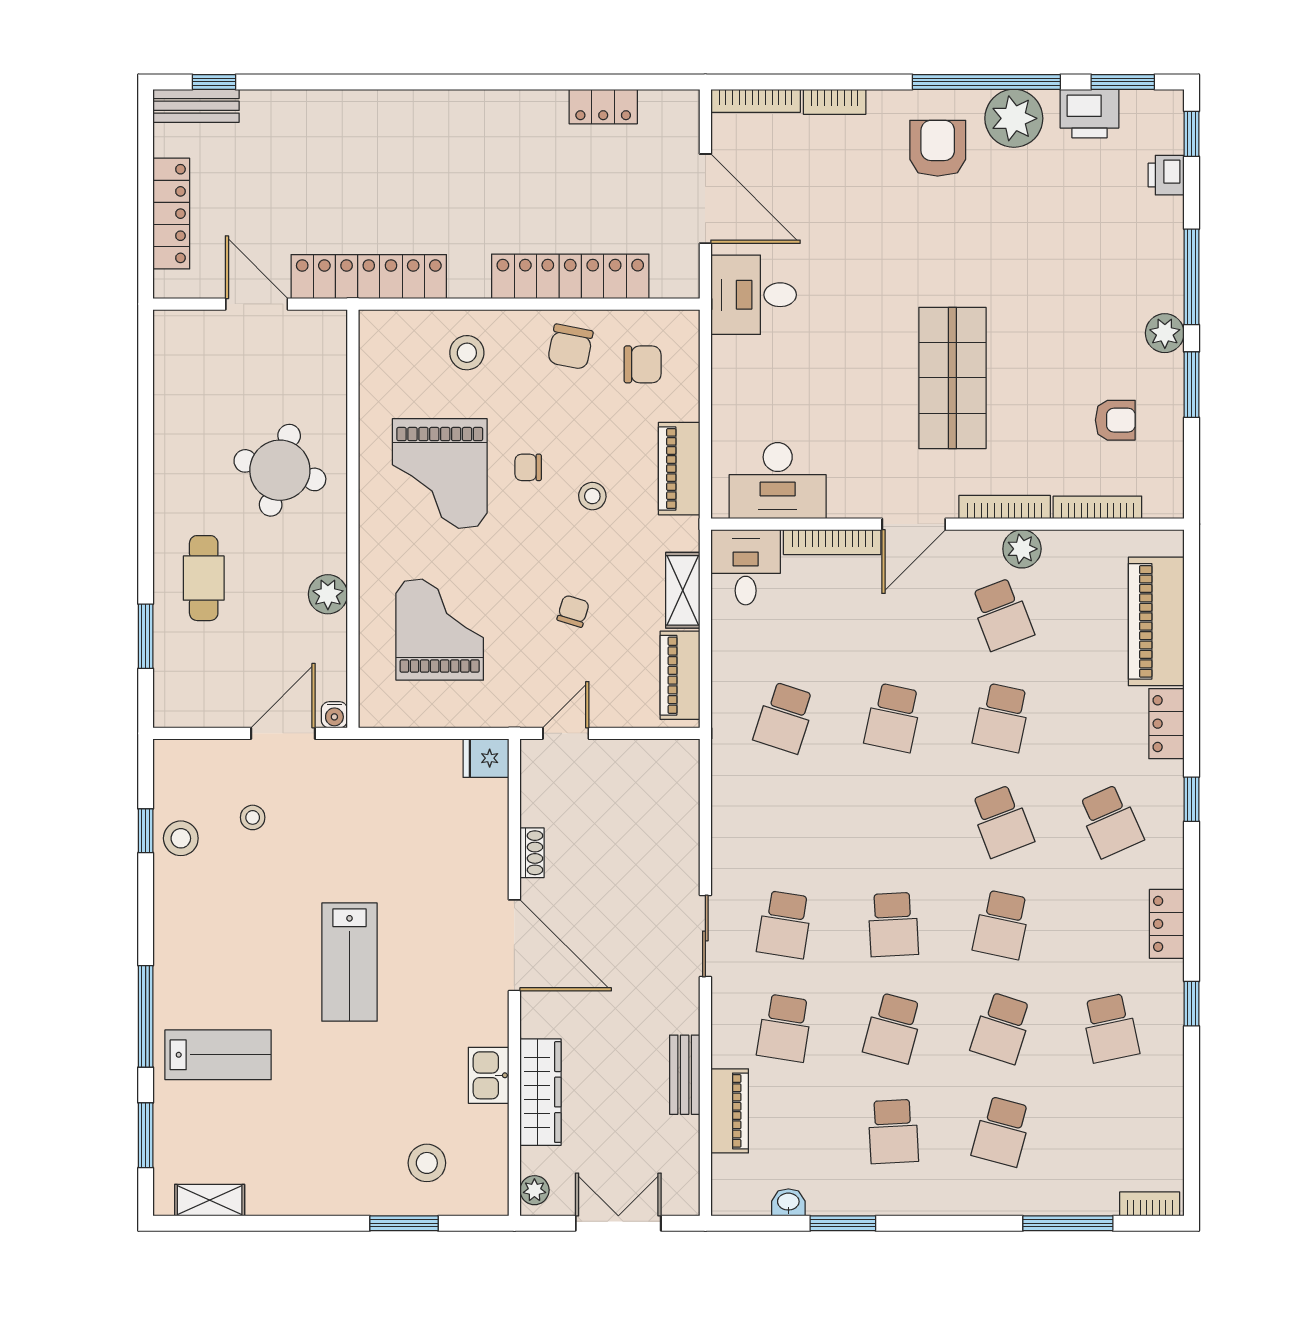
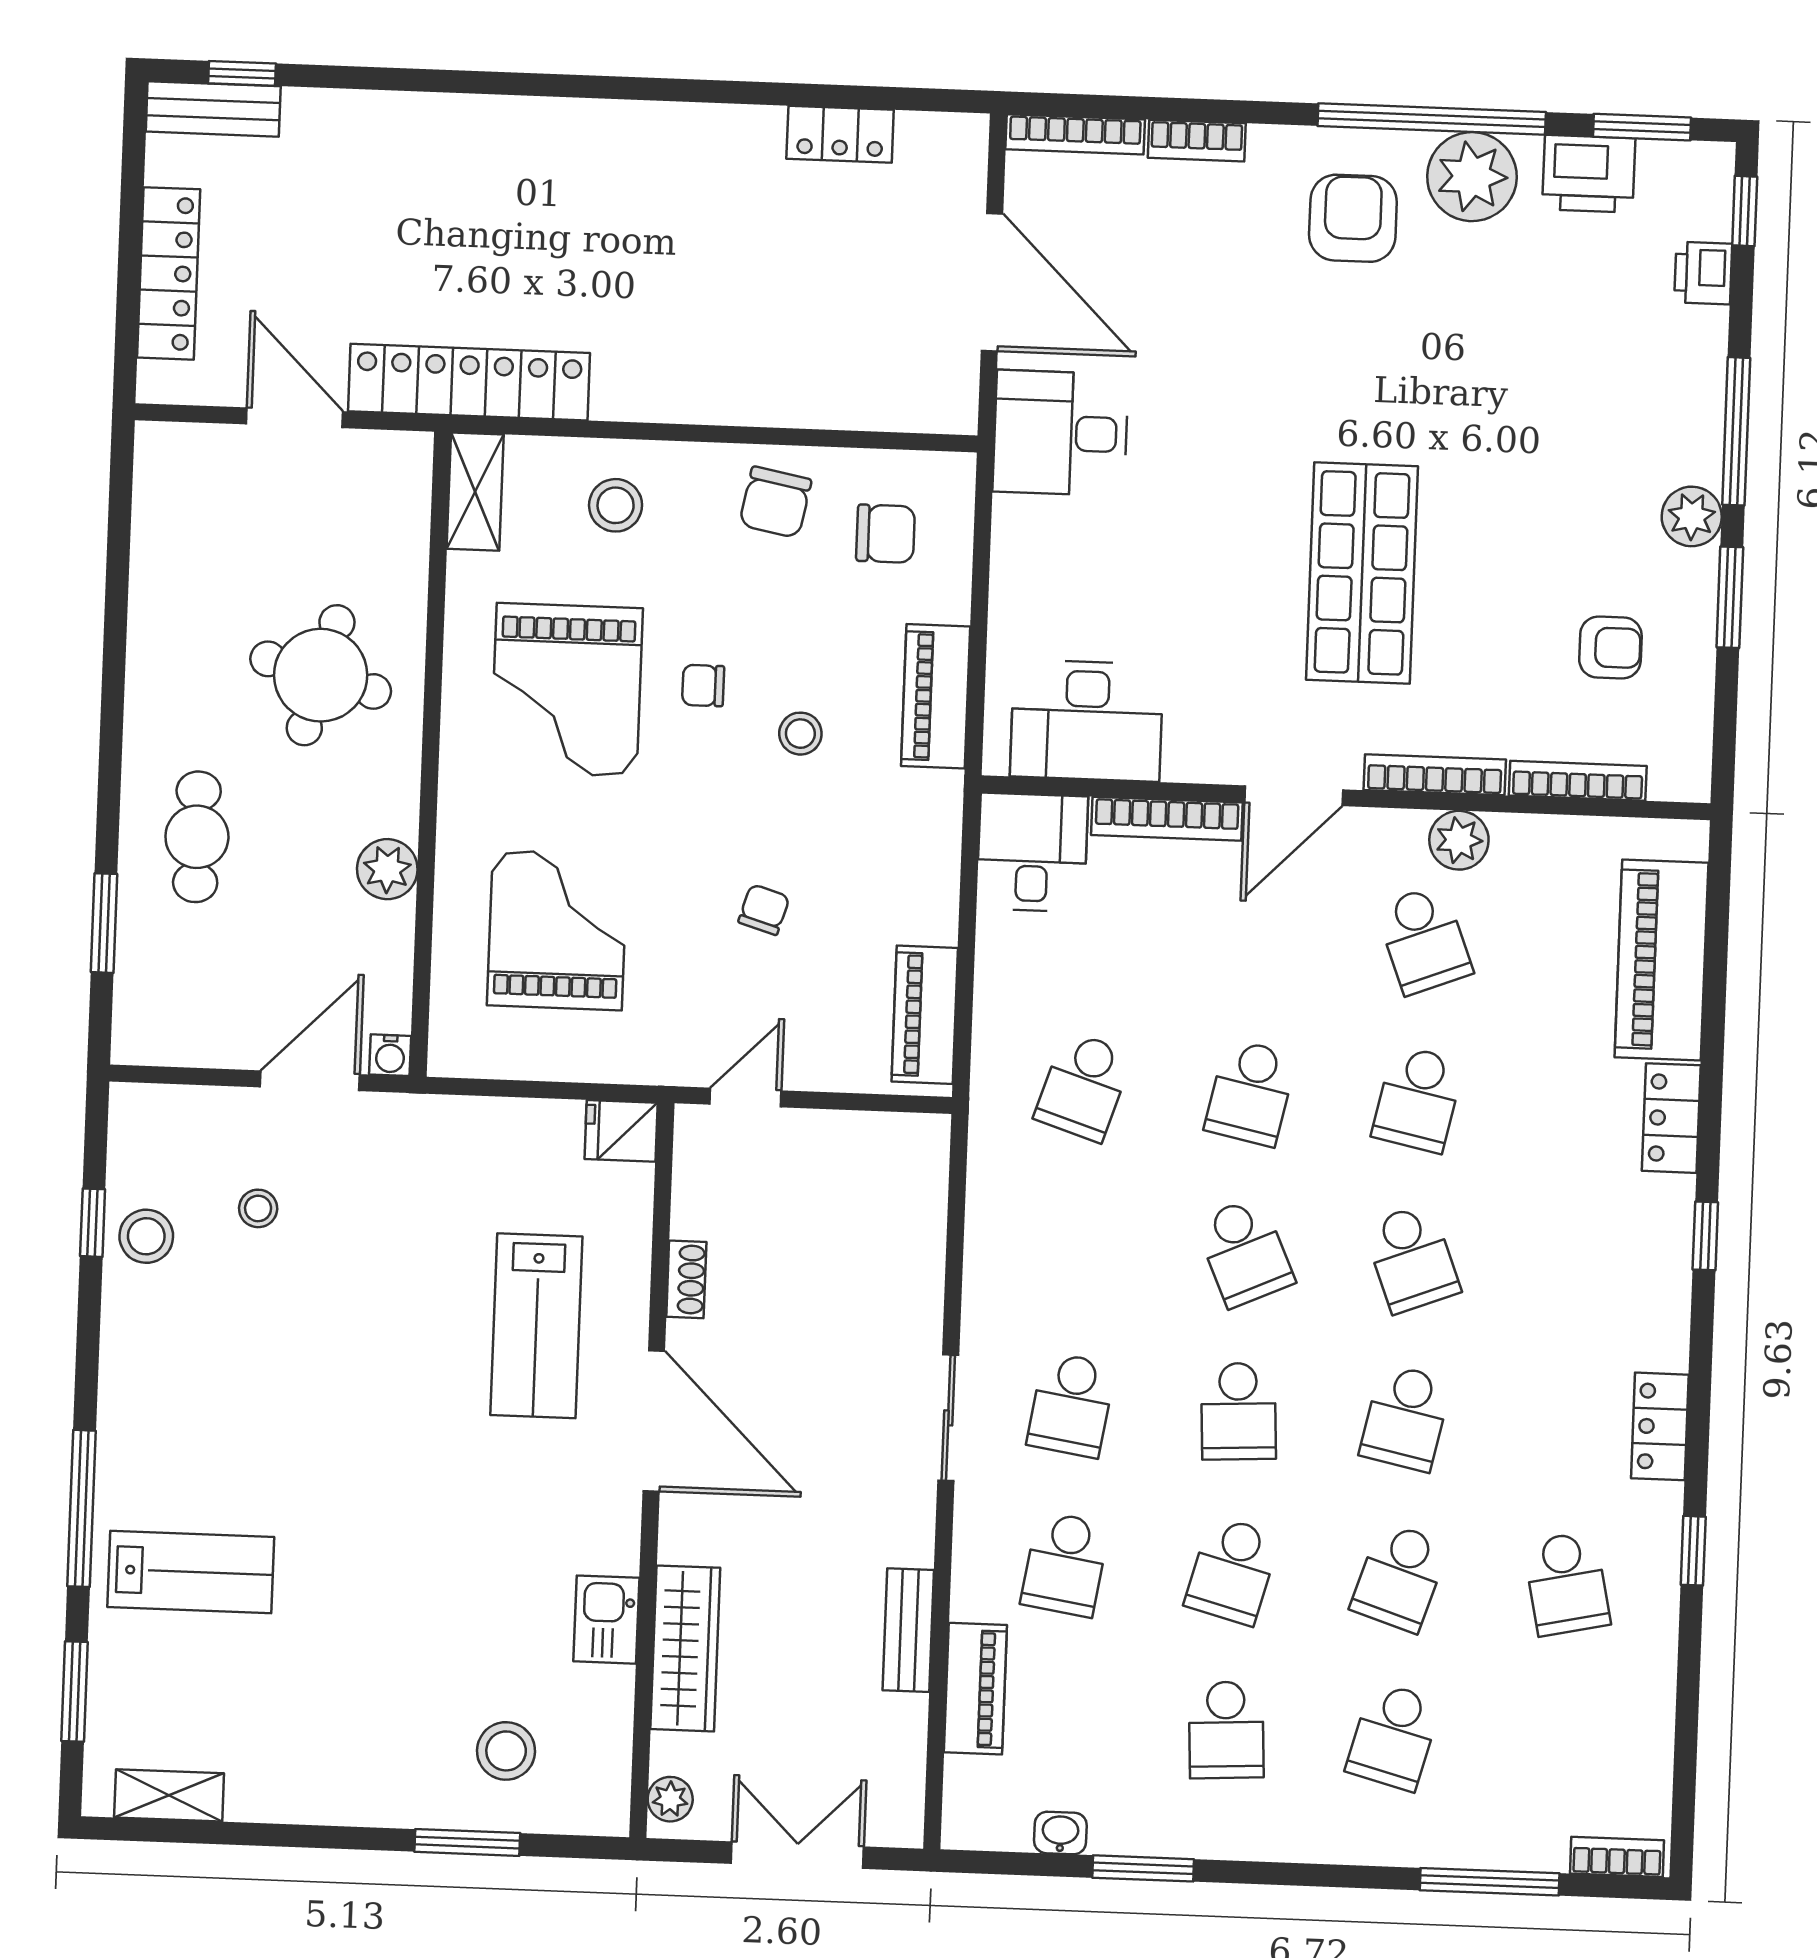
locker: (570, 276) -> (779, 394), removed
shelving: (683, 590) -> (475, 492), moved
school desk: (1110, 821) -> (1245, 1252), moved
lab bench: (350, 962) -> (536, 1326), moved

